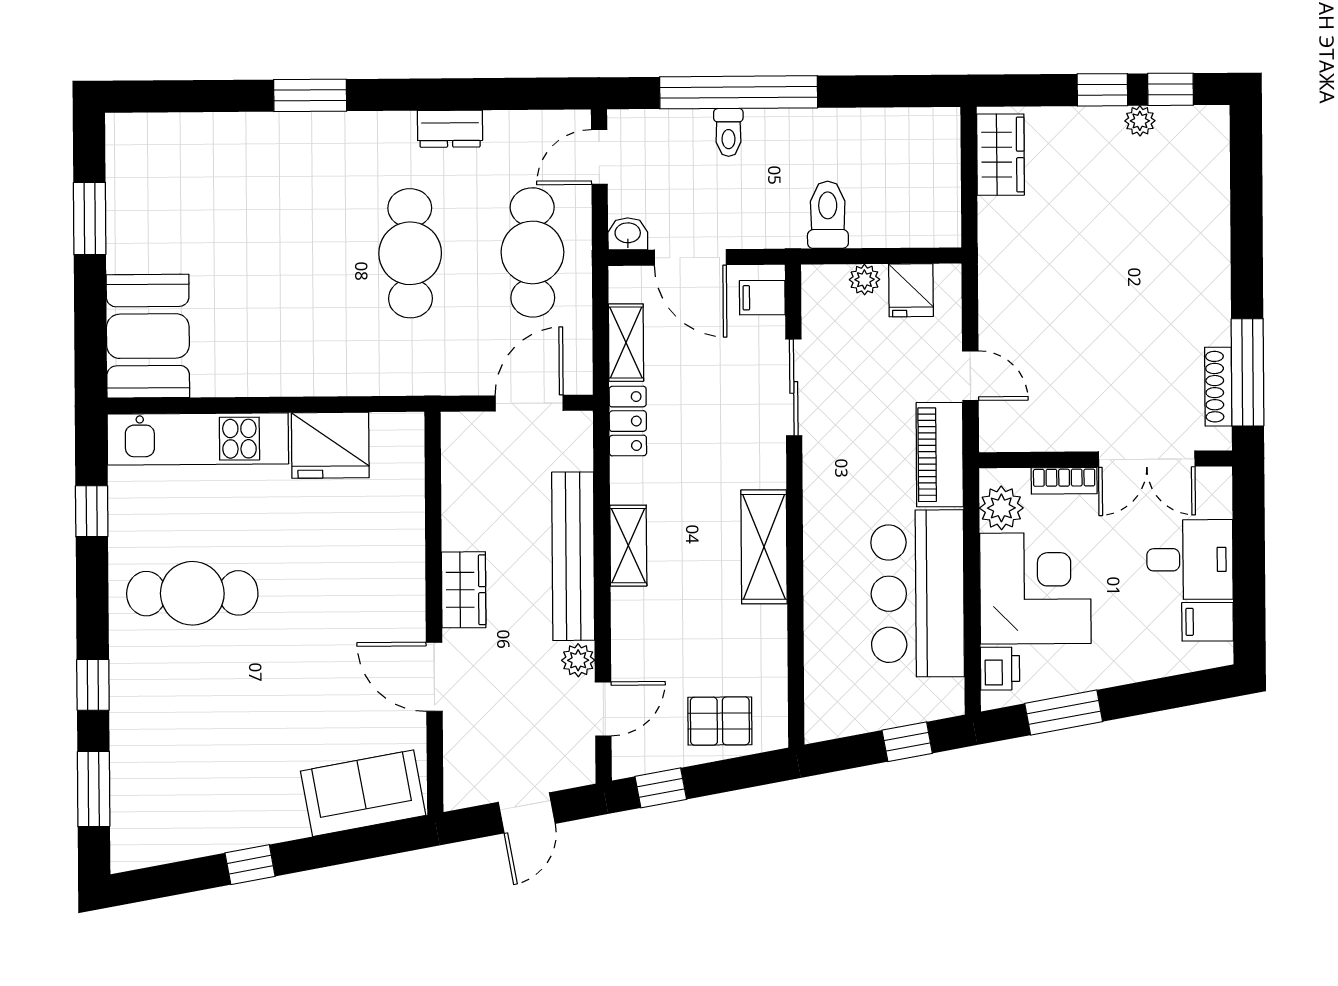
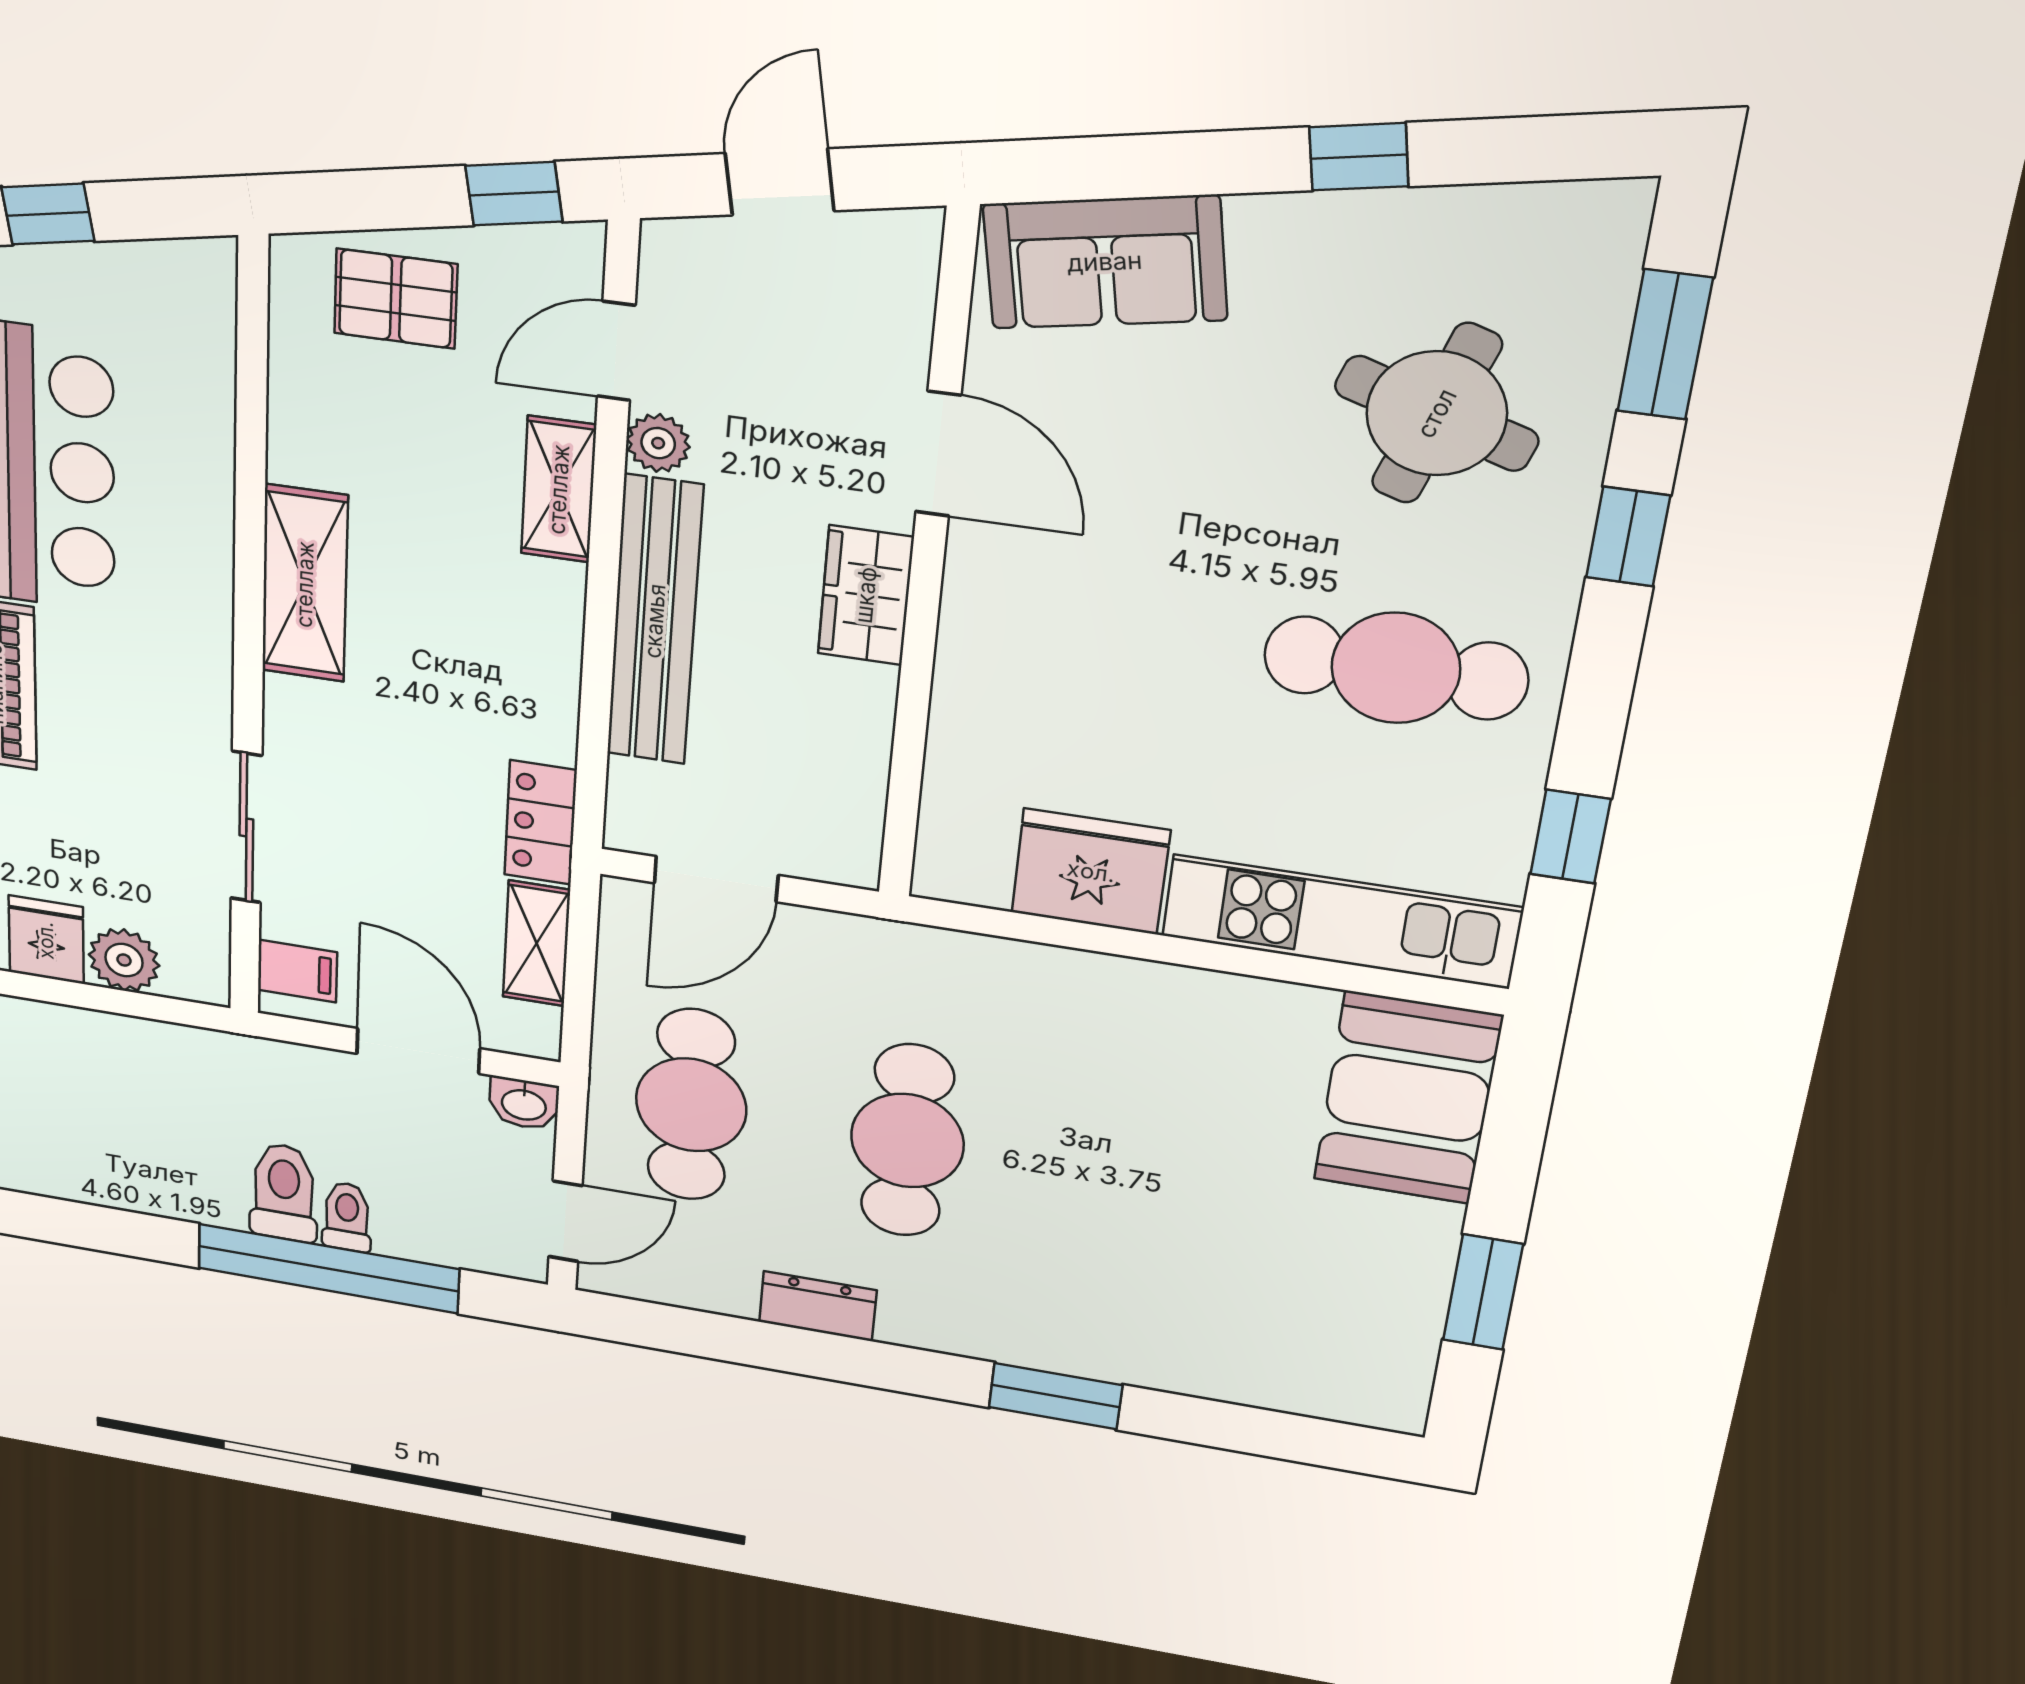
toilet: (828, 215) -> (284, 1192), moved, turned 180
plant: (864, 280) -> (124, 960), width x1.38, depth x1.38
shelving: (628, 546) -> (559, 489), moved
round table: (194, 737) -> (1437, 413), added

